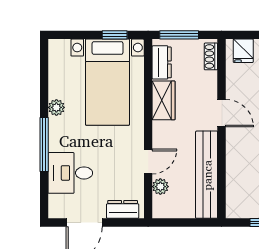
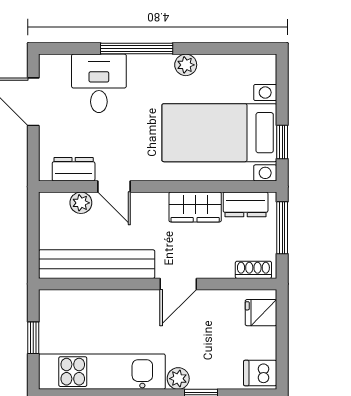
dresser: (123, 209) -> (74, 169), moved, turned -90

